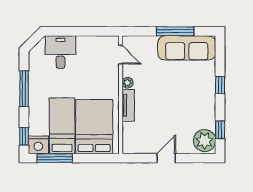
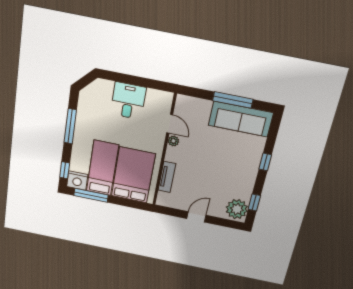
desk: (60, 52) -> (128, 101), moved
door: (121, 55) -> (170, 124), moved
tv unit: (128, 105) -> (167, 177), moved

